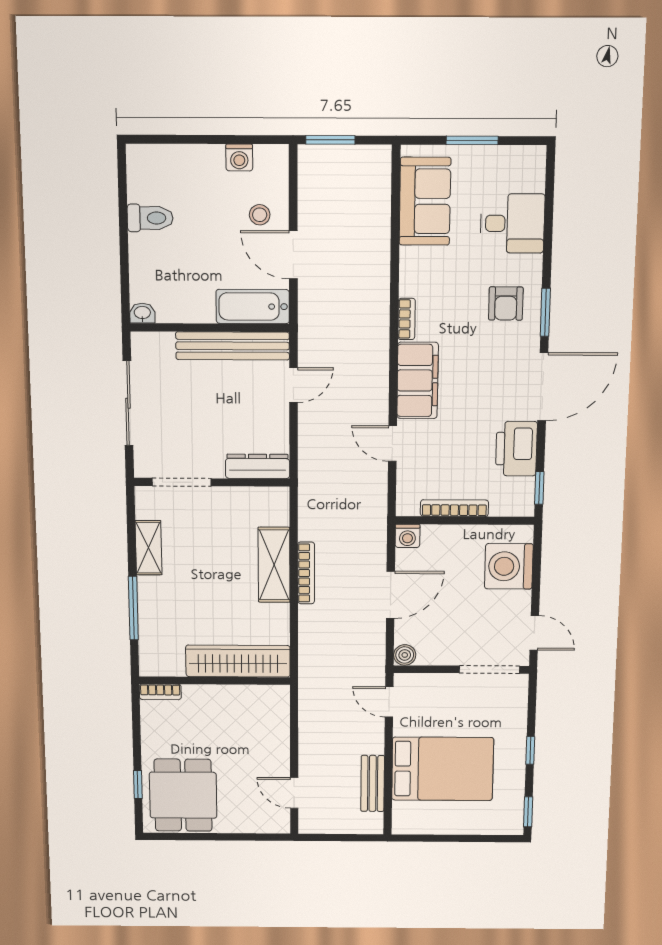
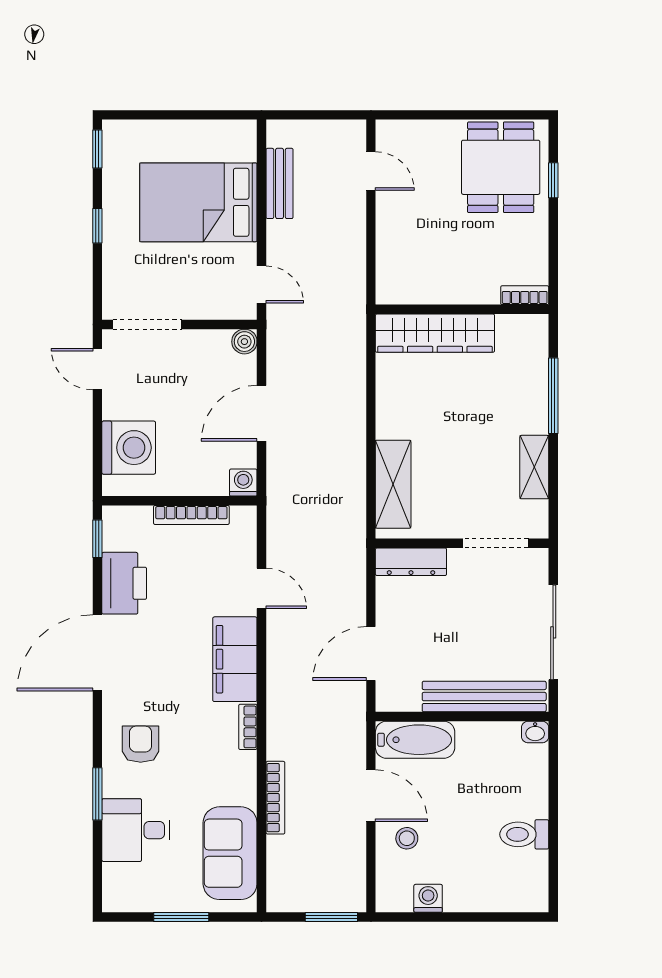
window: (545, 312) -> (97, 794), moved
bench: (233, 346) -> (484, 697), moved
door: (293, 385) -> (371, 654), width x1.38
shelving: (274, 565) -> (393, 484), moved
bookcase: (306, 573) -> (275, 798), moved, turned 180

